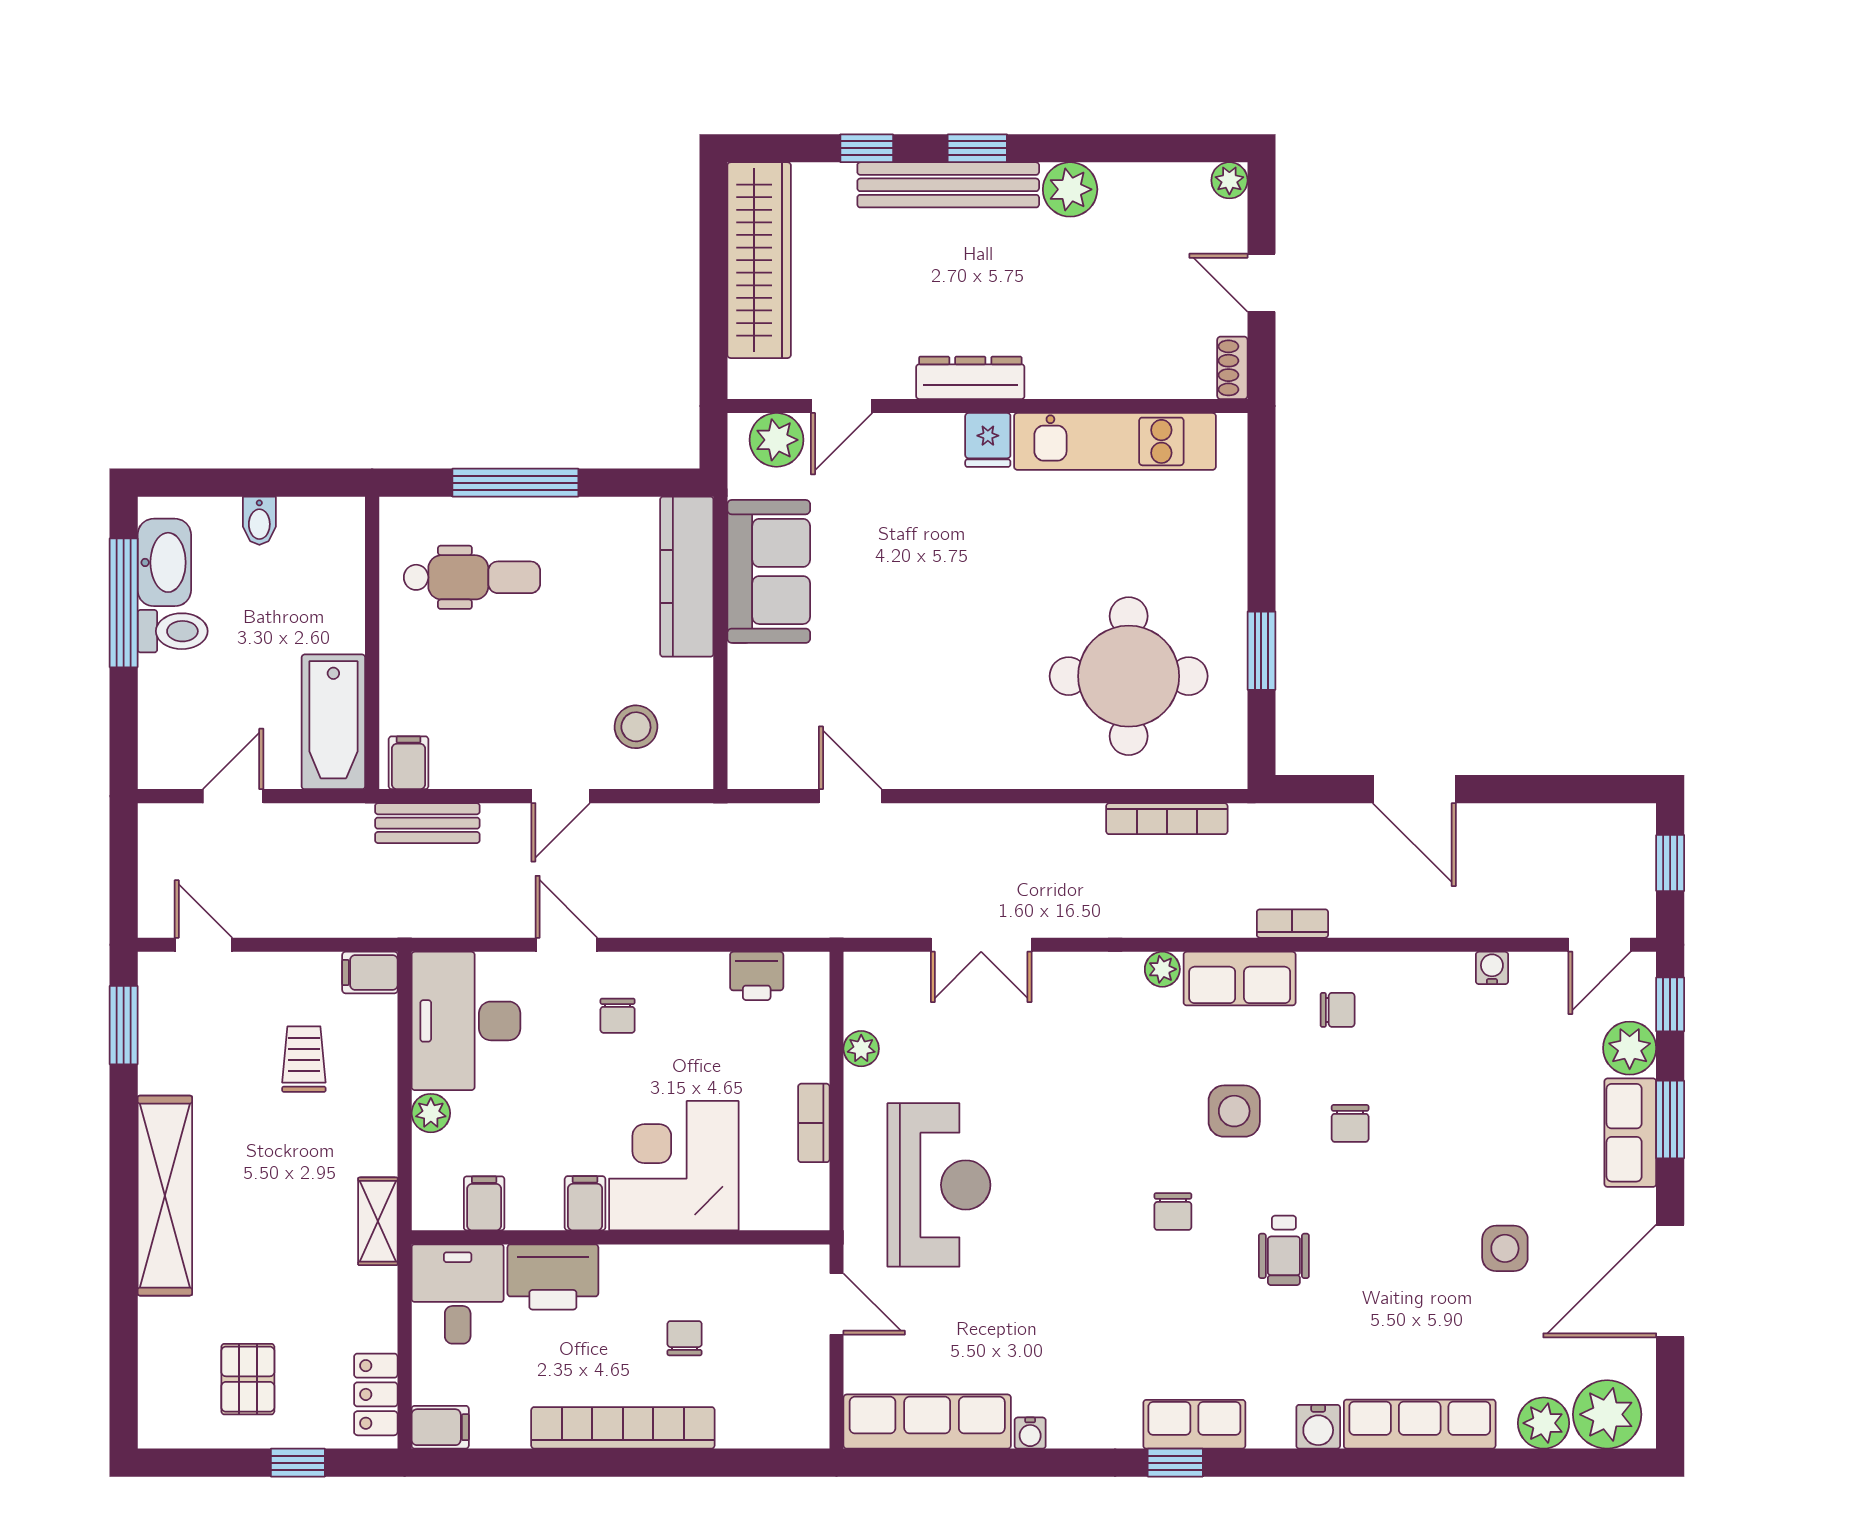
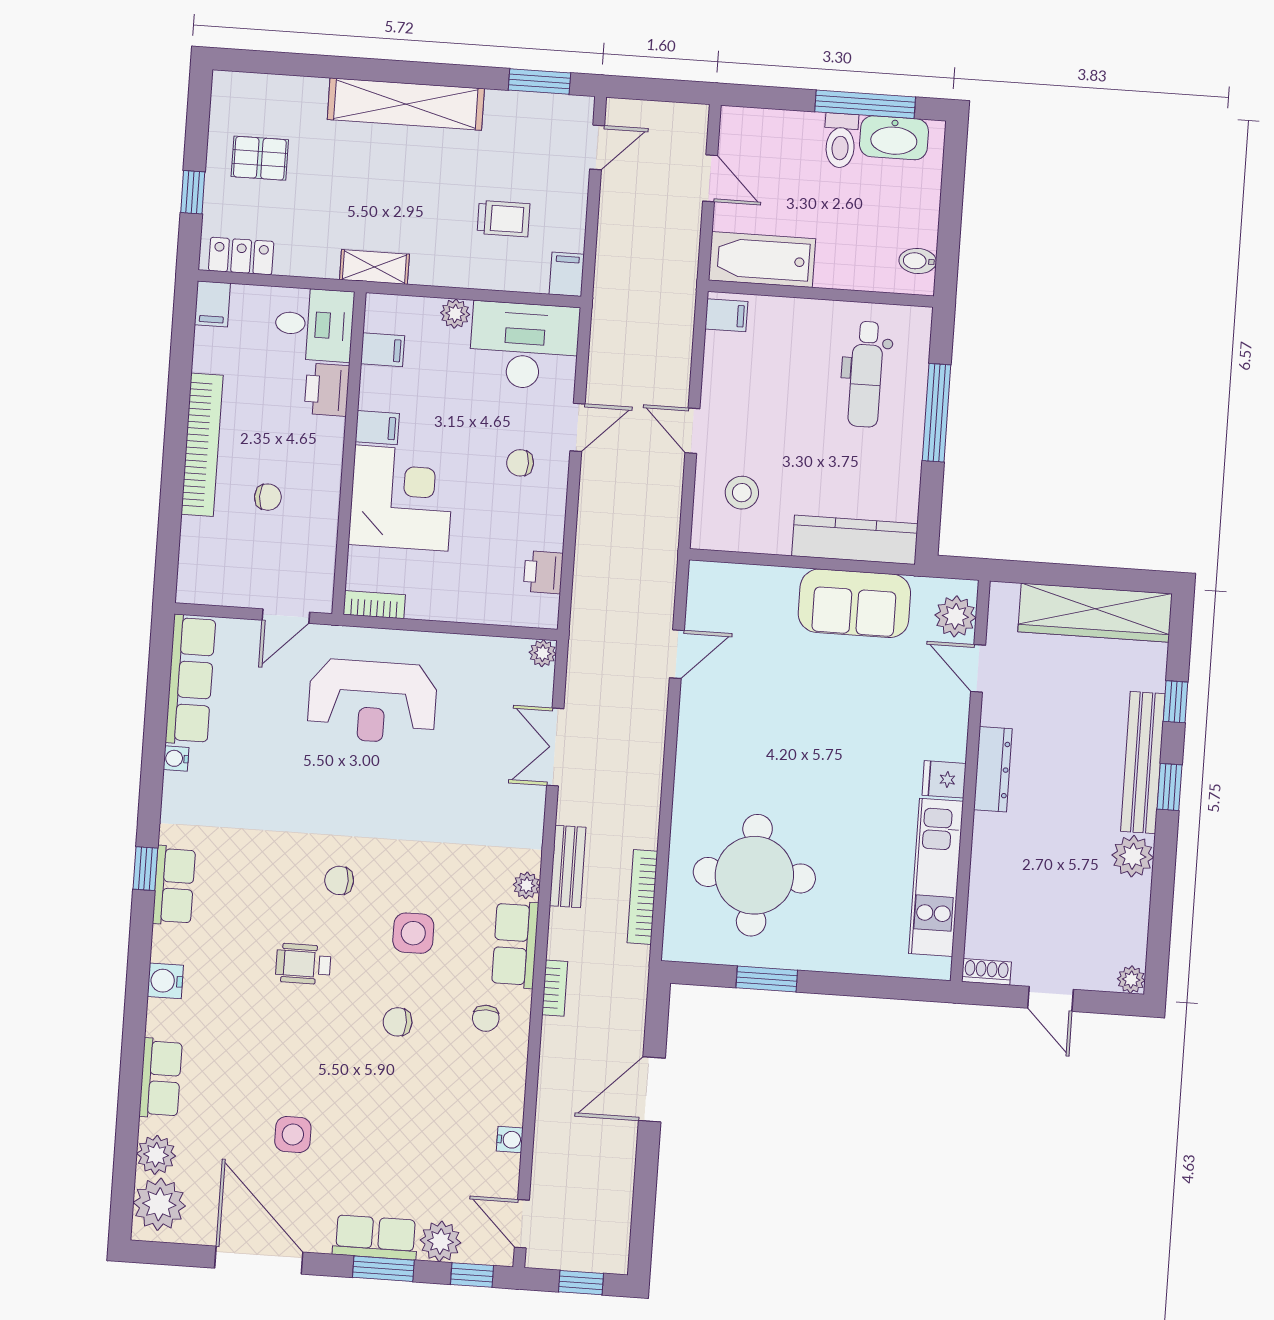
door: (1261, 283) -> (1050, 999), swing flipped
bidet: (259, 521) -> (918, 261), moved
bench: (427, 823) -> (568, 866), moved
plant: (861, 1049) -> (543, 653), moved
bookcase: (814, 1123) -> (374, 605), moved
printer: (553, 1277) -> (327, 390), width x0.73, depth x0.84
row of seats: (1420, 1424) -> (161, 1078), width x0.68

